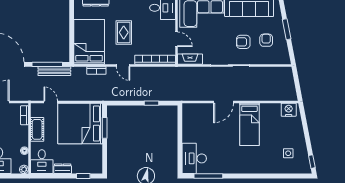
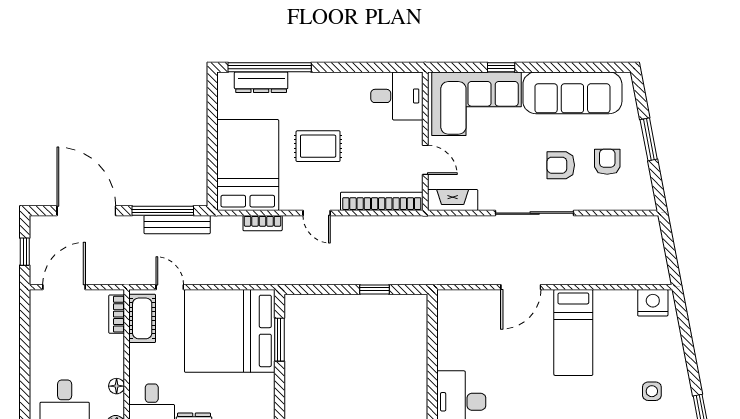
rug: (124, 32) -> (318, 146), turned 90
cot: (37, 129) -> (142, 318), moved

